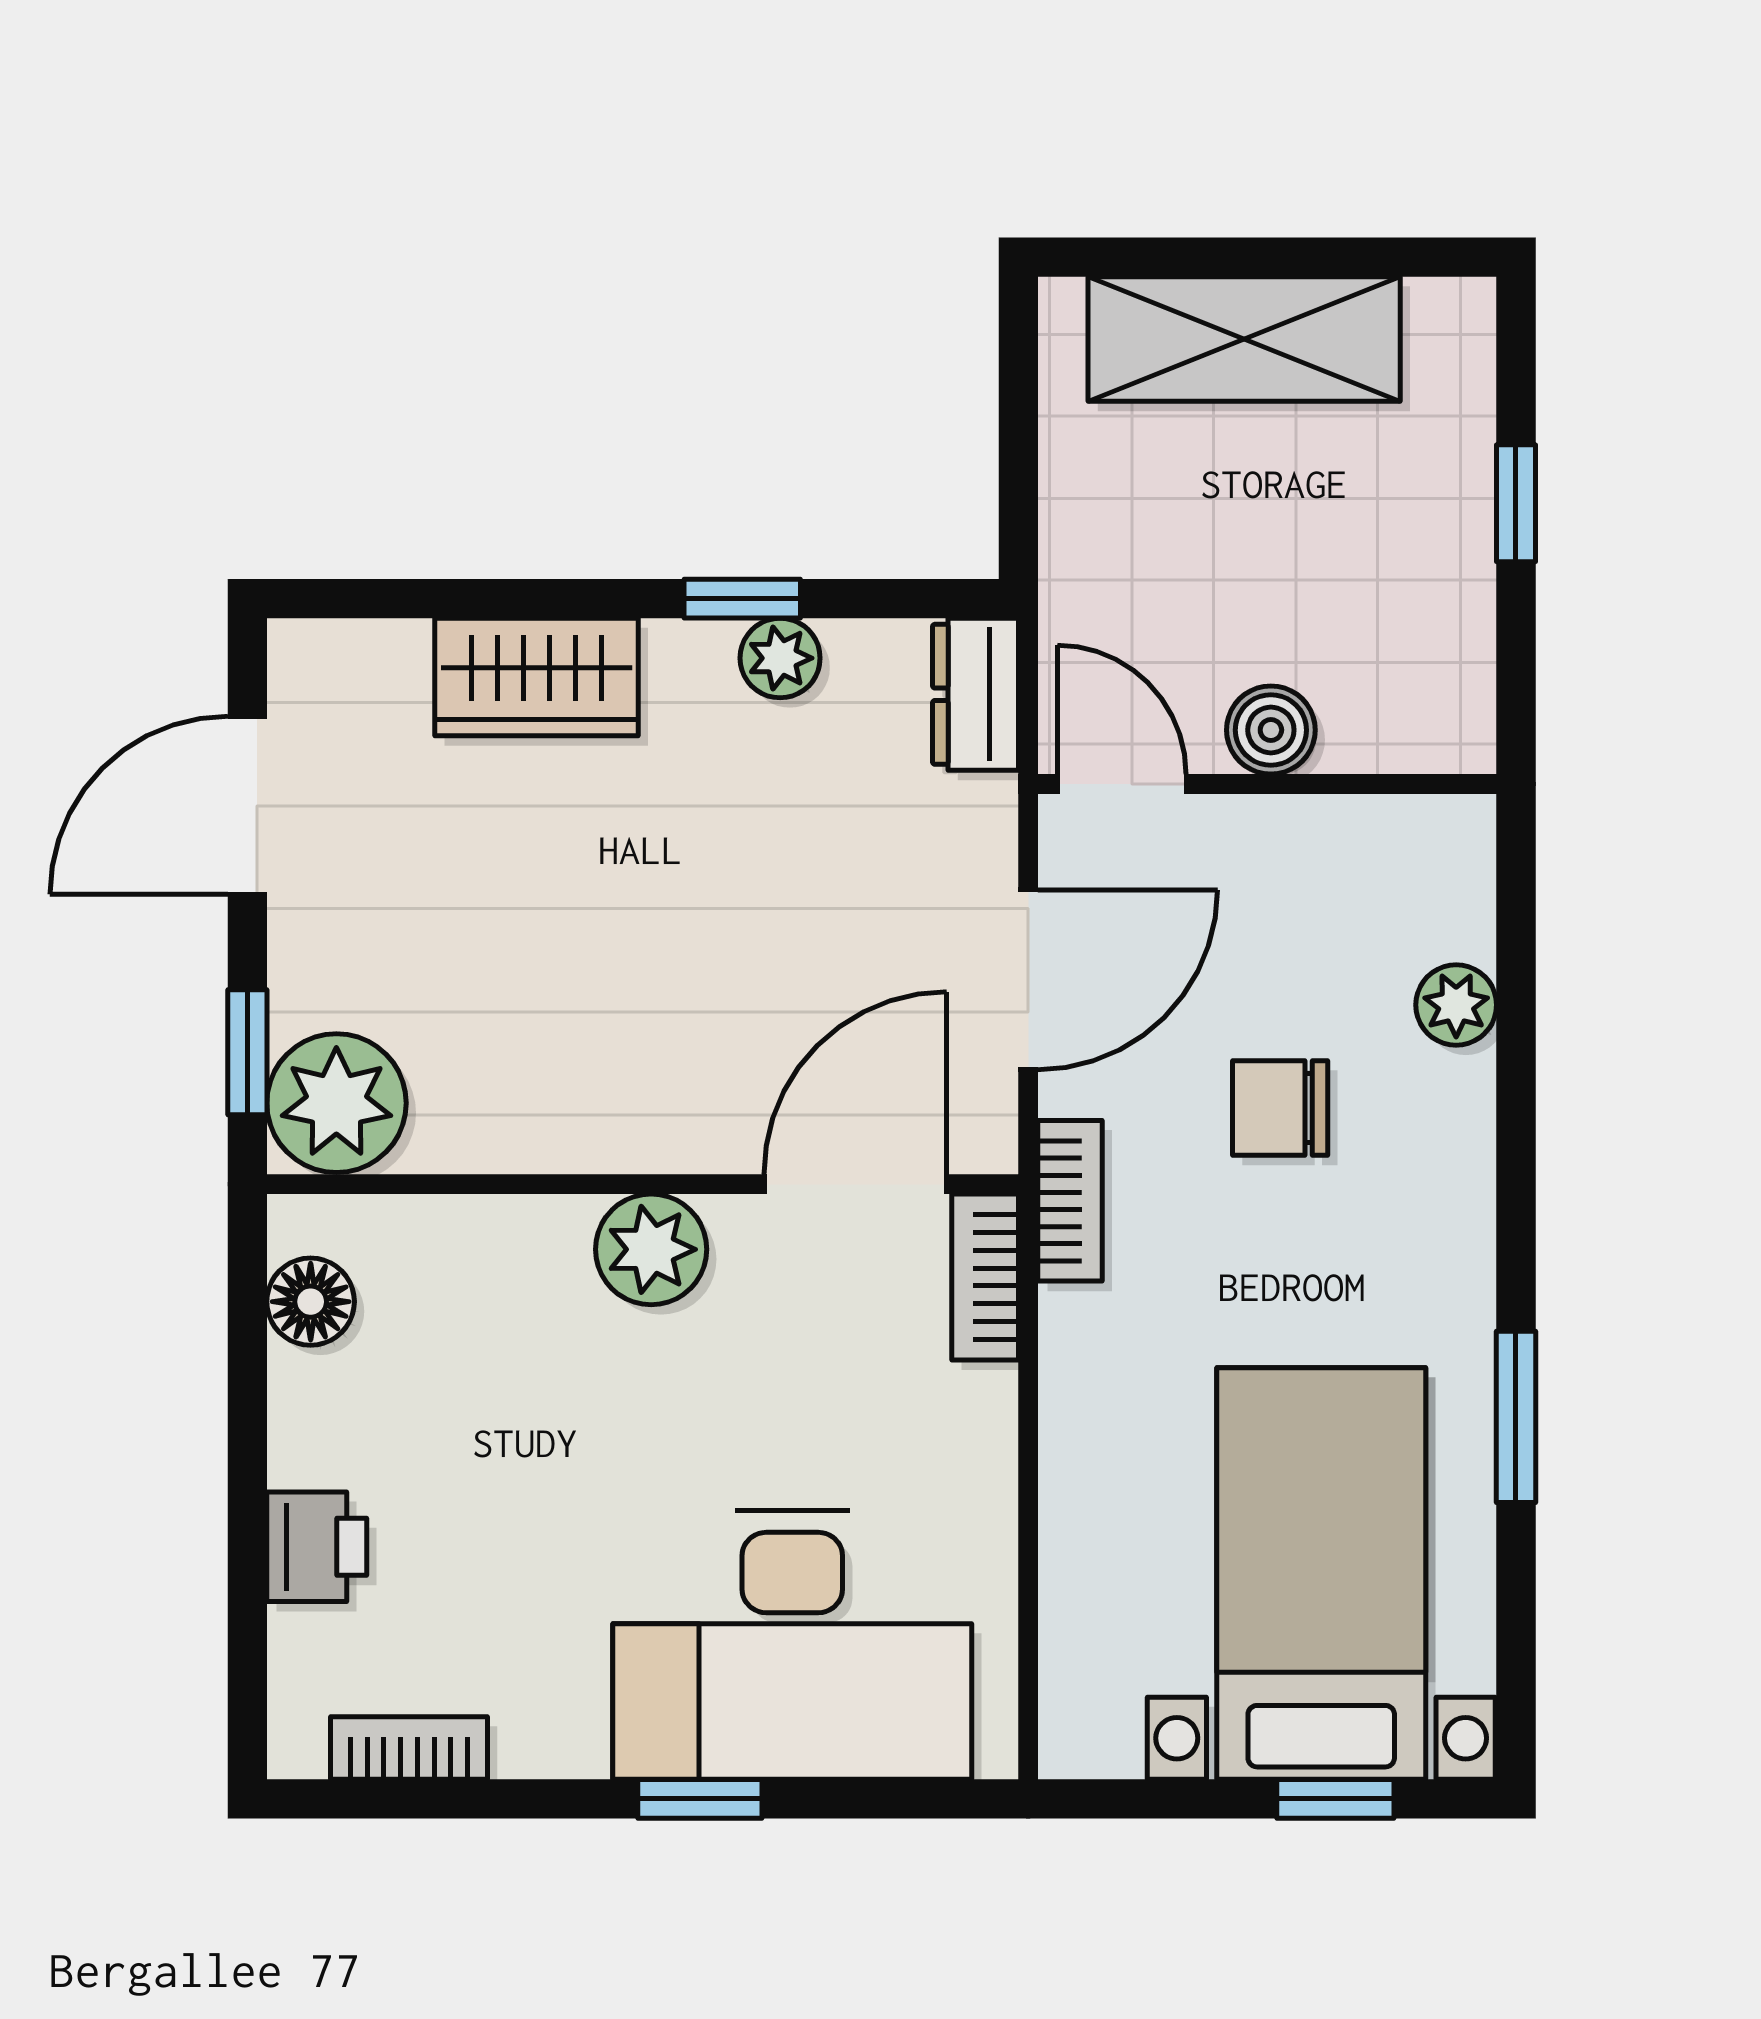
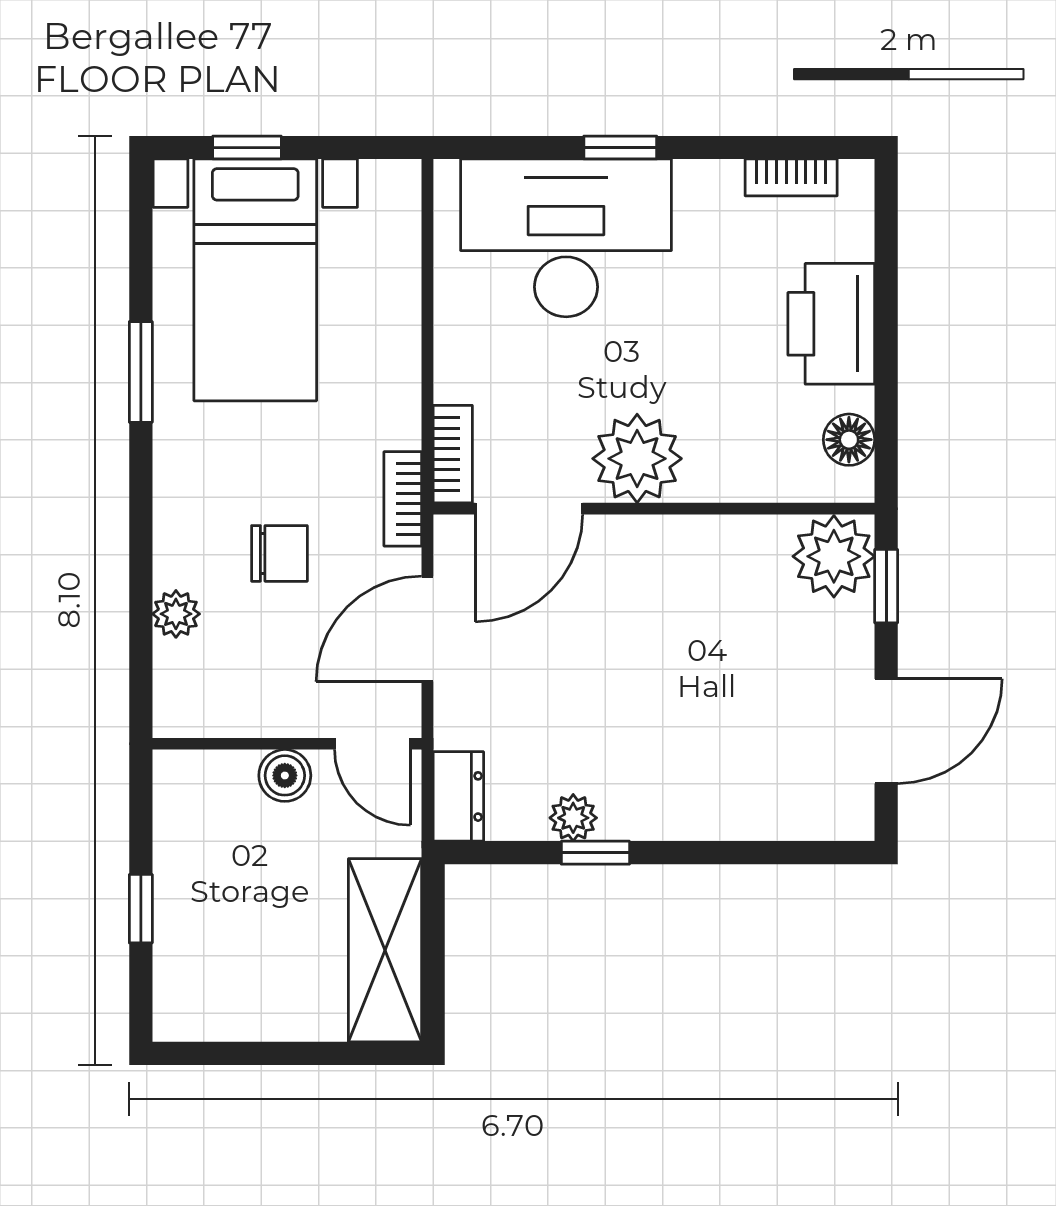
shelving: (1244, 339) -> (385, 950), moved, turned 90
wardrobe: (537, 677) -> (716, 807), removed
plant: (651, 1249) -> (637, 459), width x1.36, depth x1.36
printer: (317, 1547) -> (831, 324), width x1.87, depth x1.48

